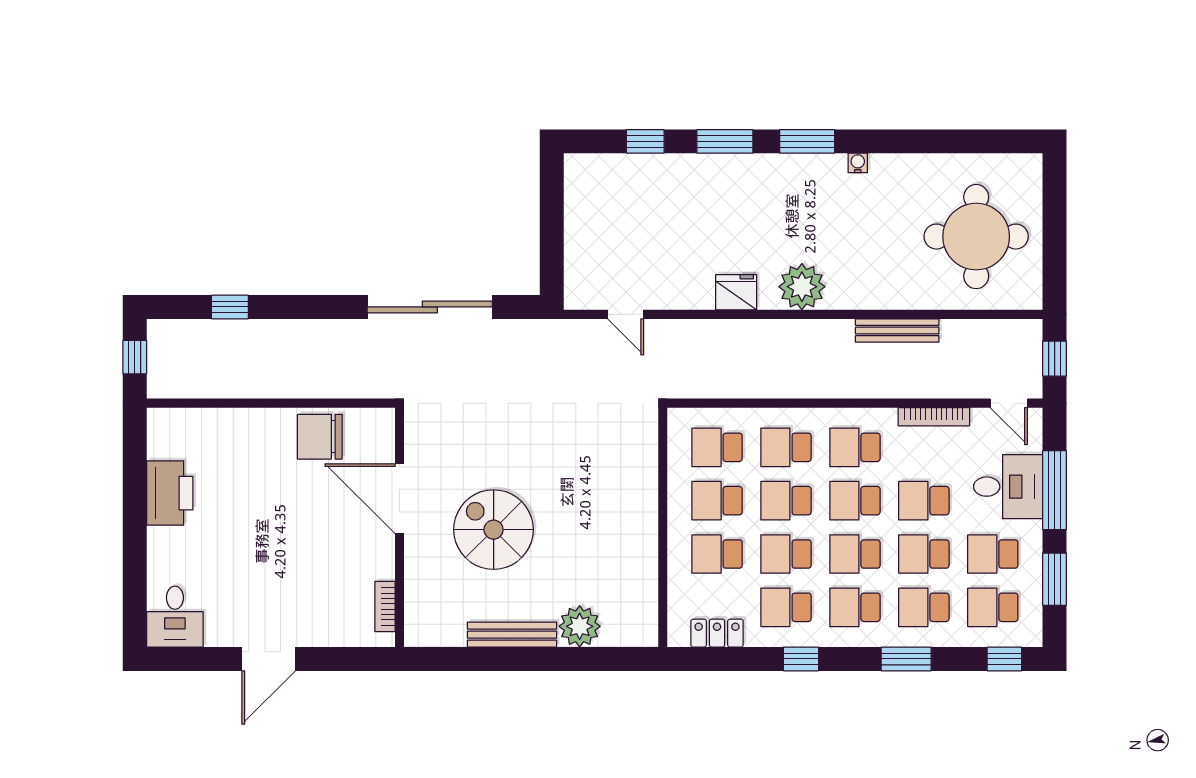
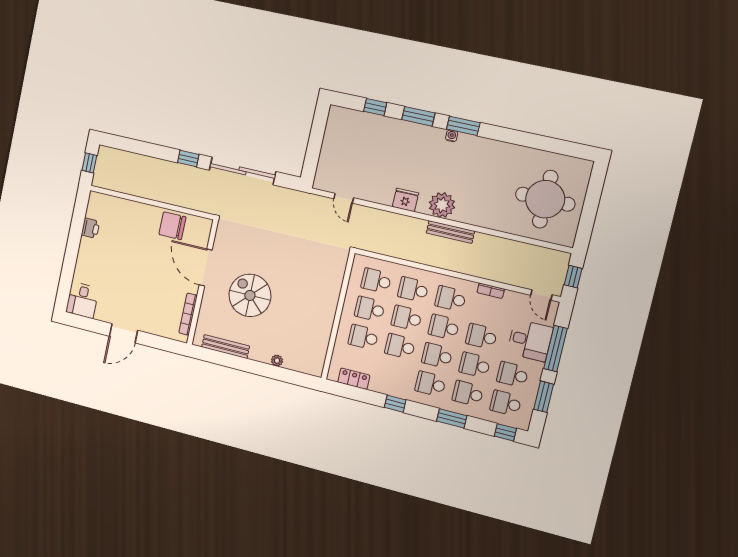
water cooler: (858, 163) -> (452, 136), moved
window: (230, 307) -> (188, 158), moved
bench: (897, 331) -> (450, 232), moved
bookcase: (934, 417) -> (491, 291), width x0.64
printer: (170, 493) -> (90, 228), width x0.53, depth x0.68
bookcase: (385, 607) -> (188, 314), width x1.56
school desk: (786, 607) -> (393, 375), removed
plant: (580, 626) -> (277, 361), width x0.53, depth x0.53
bench: (512, 635) -> (226, 347), moved

